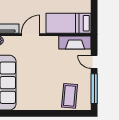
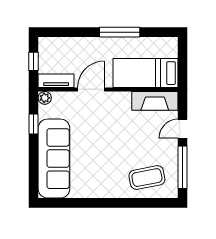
door: (94, 62) -> (183, 129), hinge flipped
coffee table: (70, 96) -> (147, 178), turned 74

